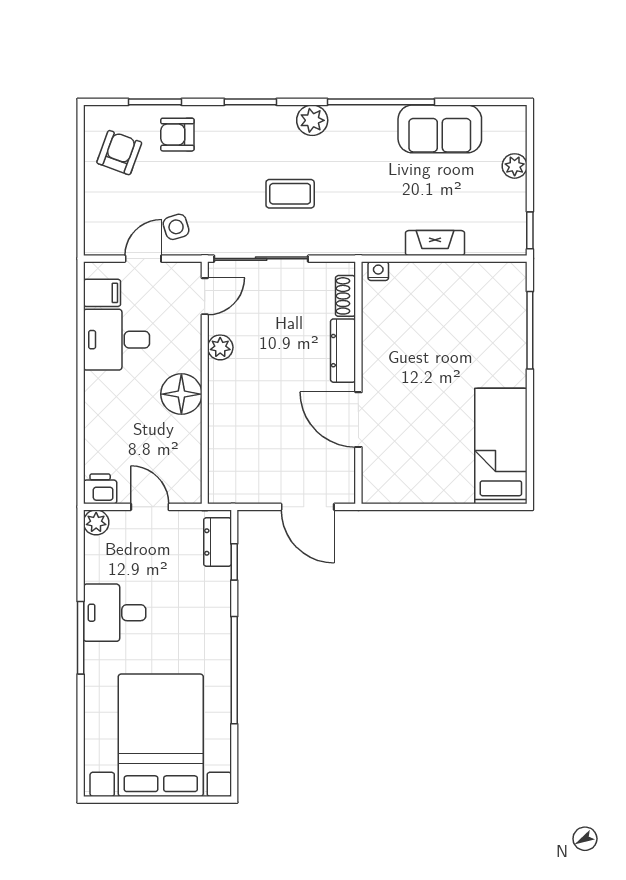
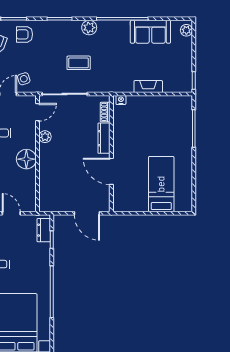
plant: (515, 166) -> (186, 30), moved
bed: (501, 446) -> (161, 184), moved

